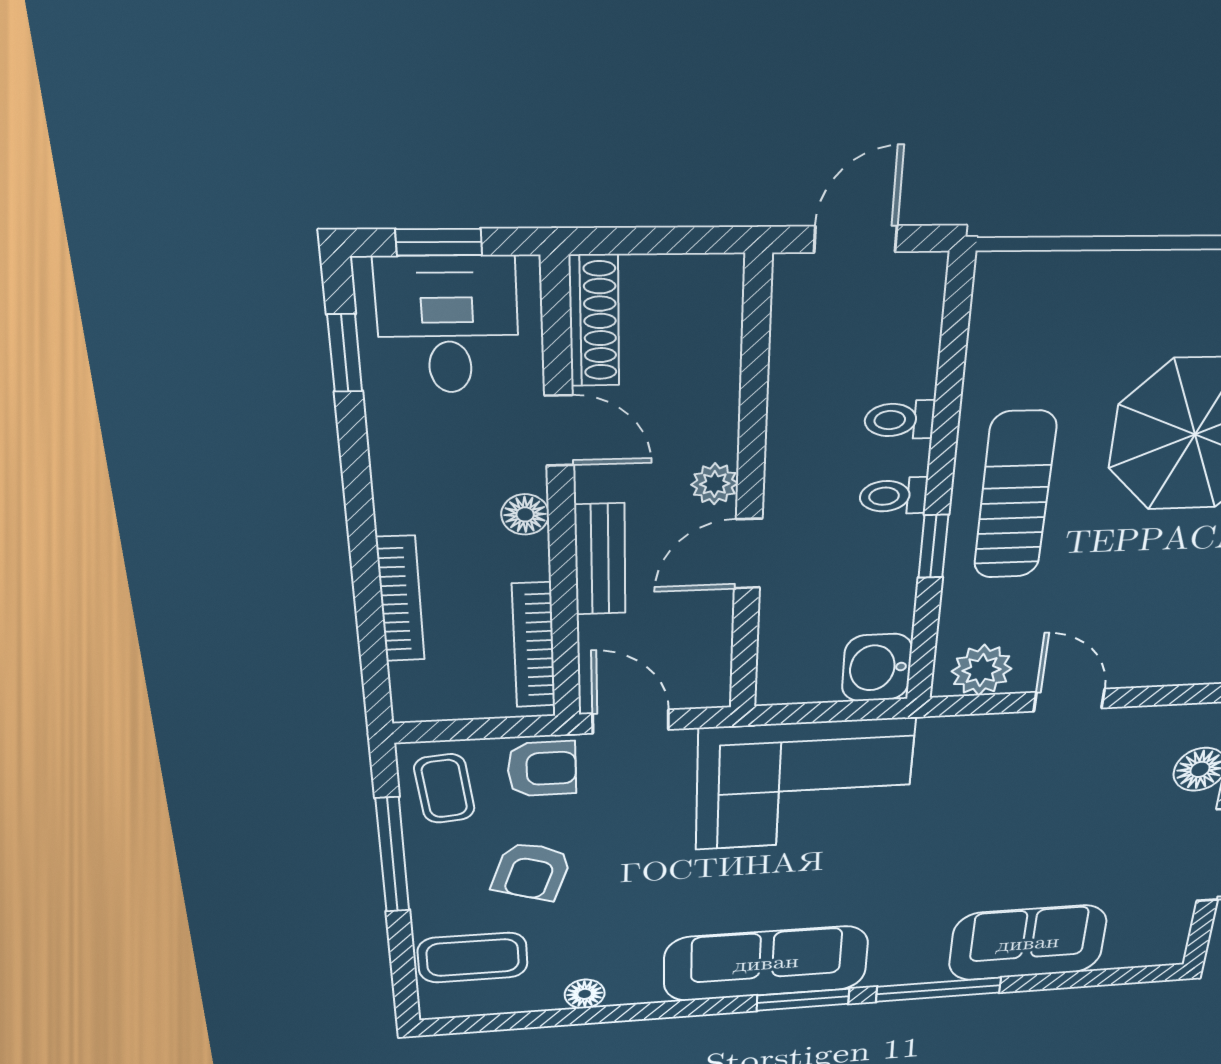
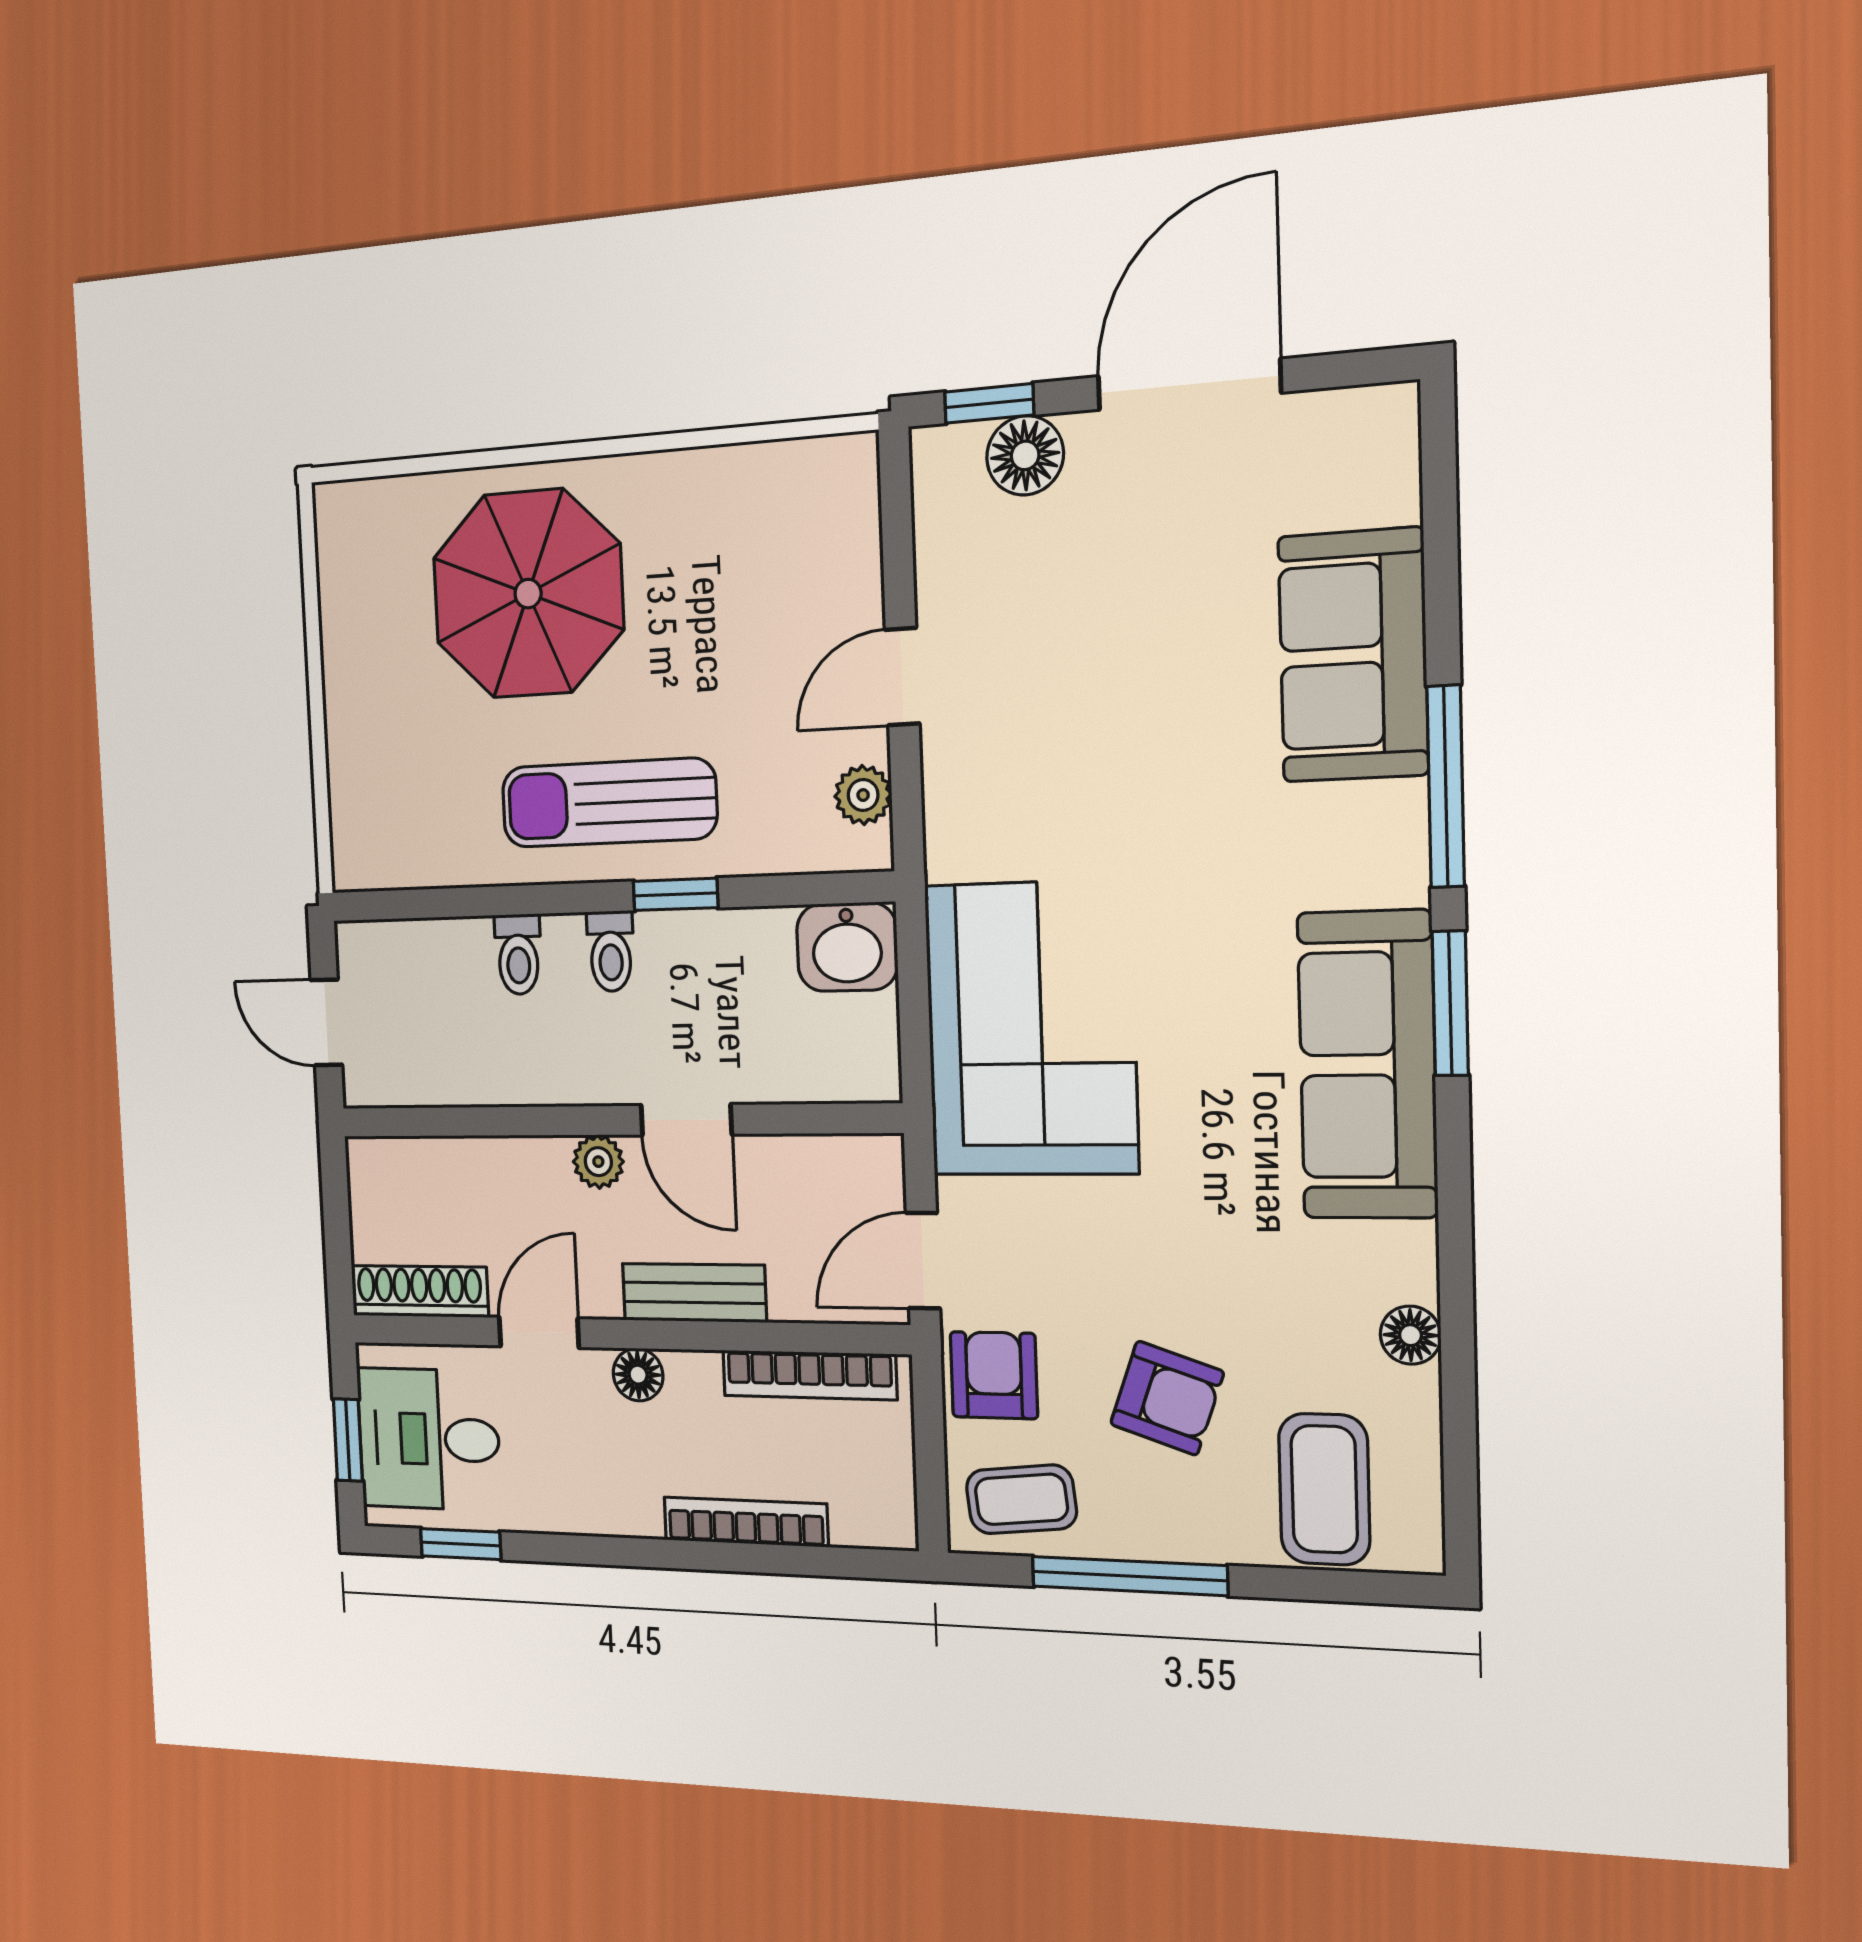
plant: (982, 670) -> (863, 795), width x0.73, depth x0.73

